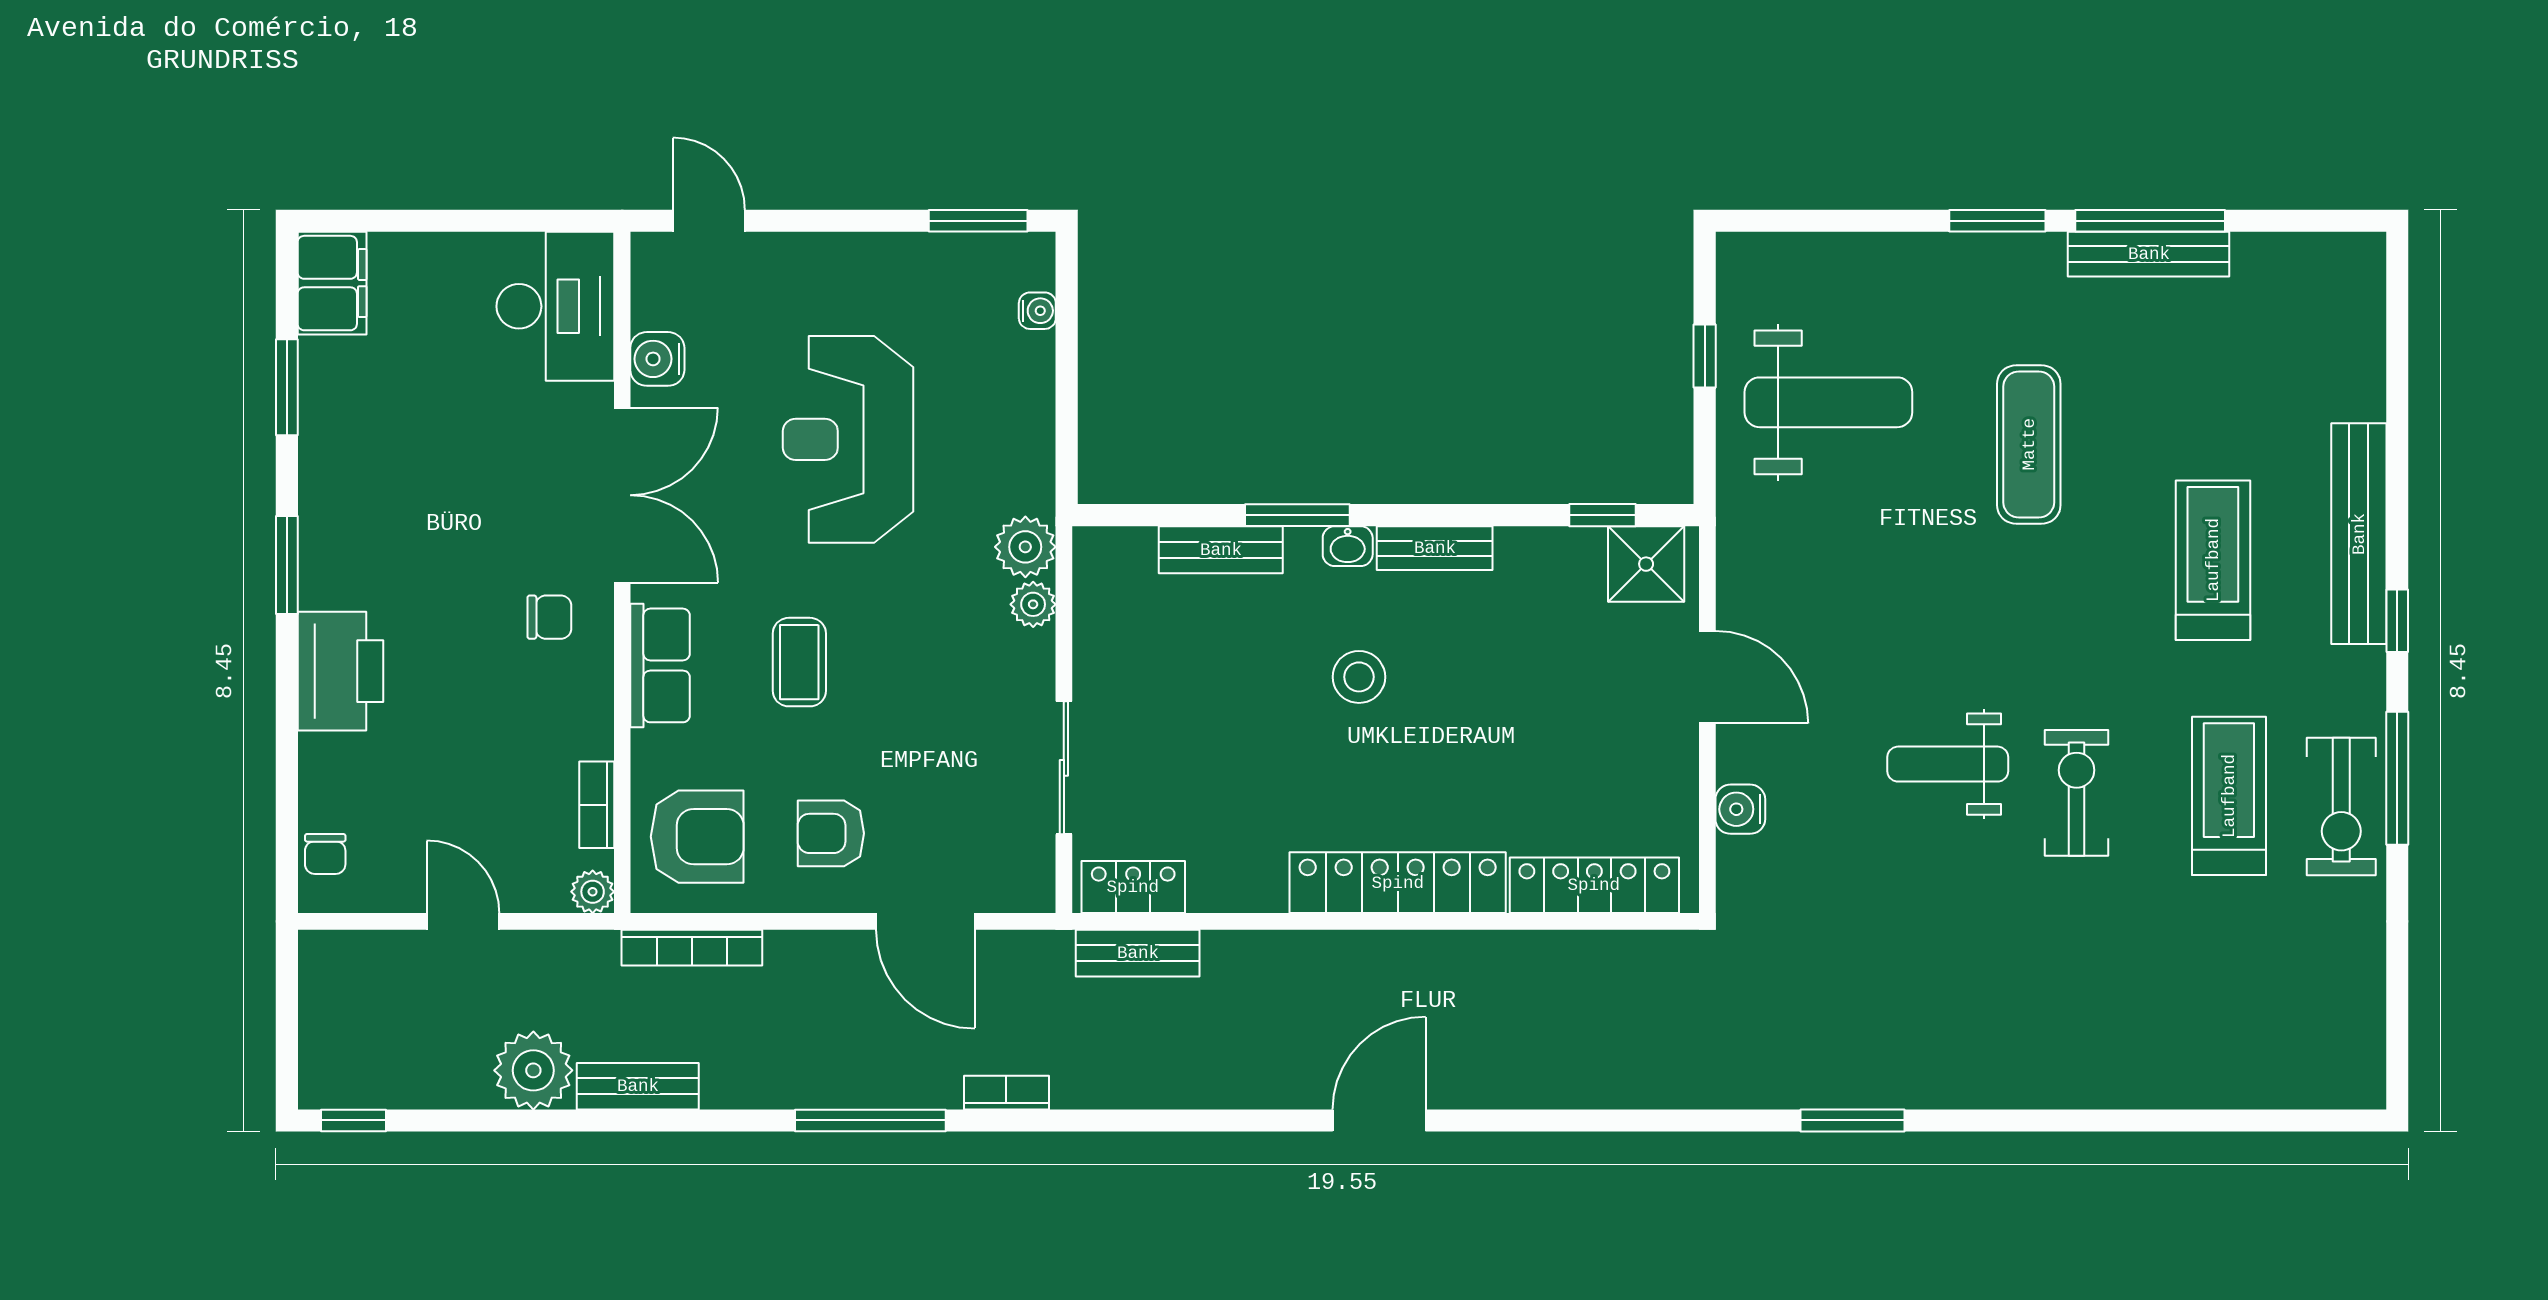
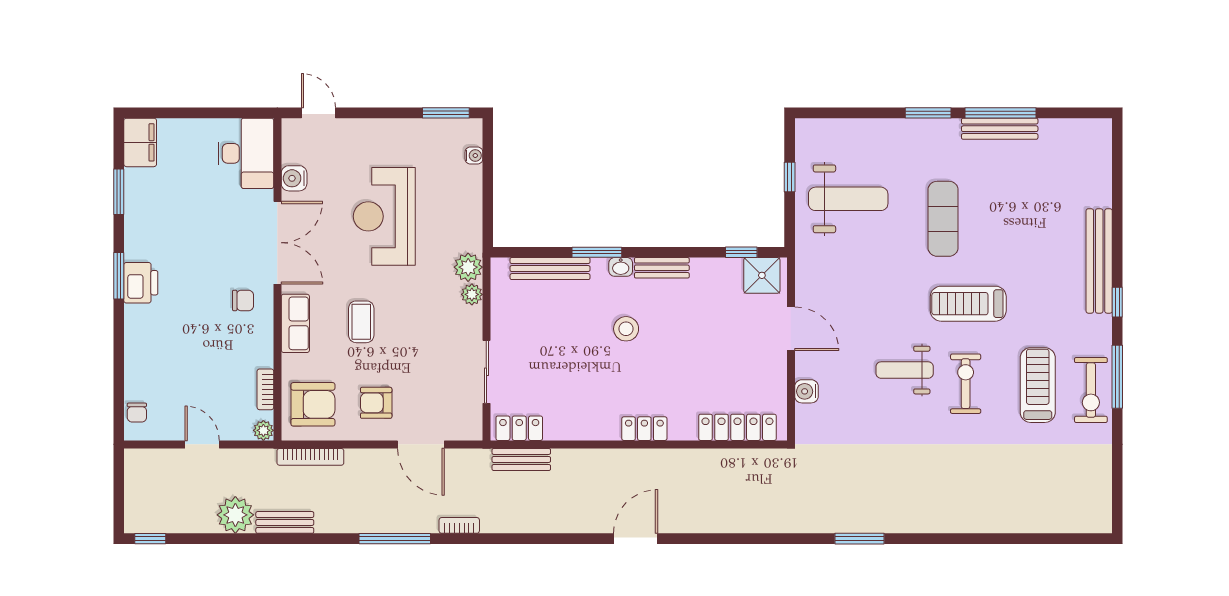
bench: (1221, 550) -> (550, 269), width x1.36
treadmill: (2213, 560) -> (968, 304), moved, turned -90
printer: (340, 671) -> (141, 283), moved, width x0.73, depth x0.84
locker: (1398, 883) -> (644, 429), width x0.46, depth x0.83

